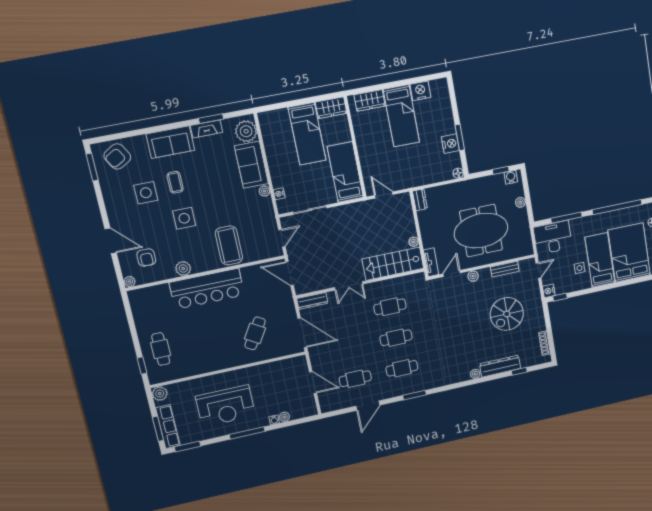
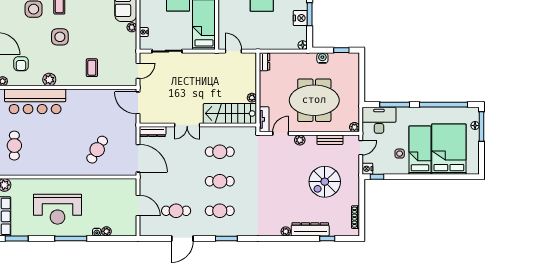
water cooler: (511, 177) -> (322, 58), moved
plant: (520, 202) -> (354, 127), moved
coffee table: (229, 245) -> (92, 68), width x0.54, depth x0.58
bar counter: (207, 289) -> (35, 101), moved

